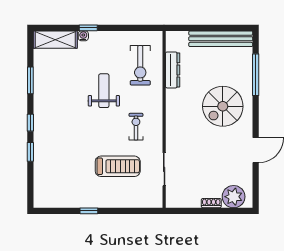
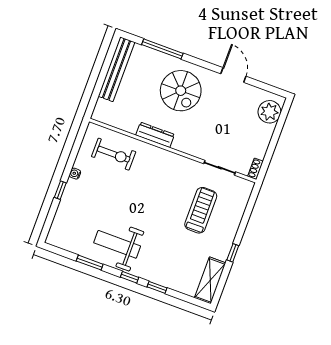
water cooler: (83, 36) -> (75, 174), moved
shelving: (55, 40) -> (210, 280), moved
dresser: (173, 70) -> (155, 135), moved
weight bench: (104, 91) -> (117, 244), moved, width x1.36, depth x1.33
exercise bike: (136, 127) -> (170, 179), removed
shoe rack: (211, 203) -> (255, 169), moved

